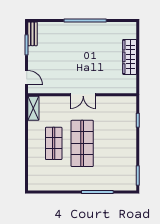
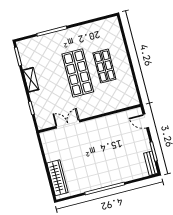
wardrobe: (130, 57) -> (58, 178), moved
double door: (83, 95) -> (68, 124), moved
shelving: (33, 108) -> (31, 80), moved

